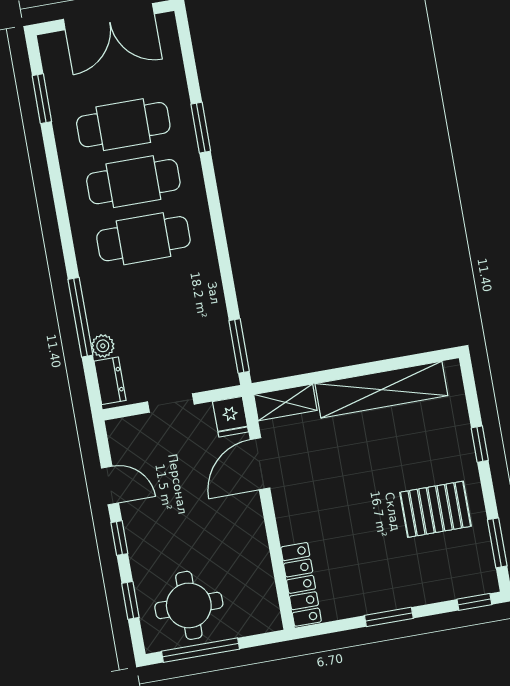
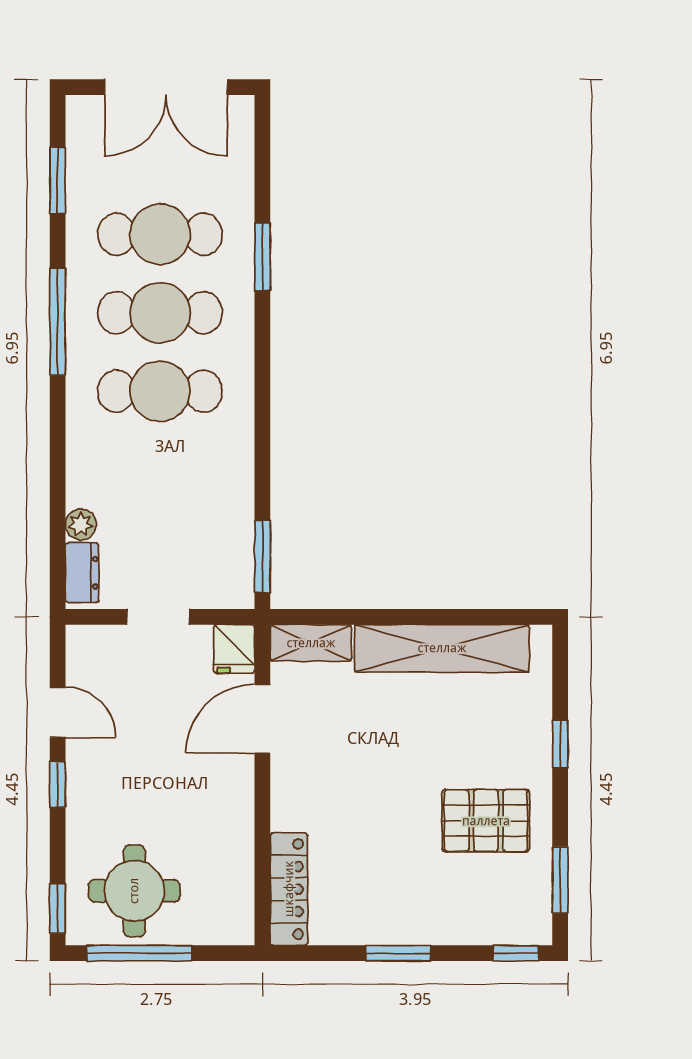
window: (80, 317) -> (58, 322), moved
window: (130, 600) -> (58, 908), moved

